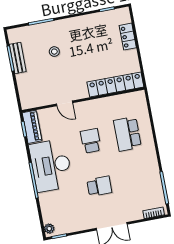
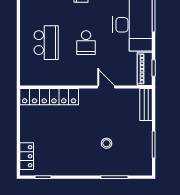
locker: (128, 37) -> (27, 156), moved
bench: (18, 58) -> (146, 104), moved

